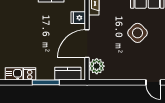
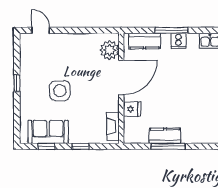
side table: (138, 33) -> (60, 91), turned 45
cooker: (30, 74) -> (178, 41), moved

